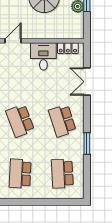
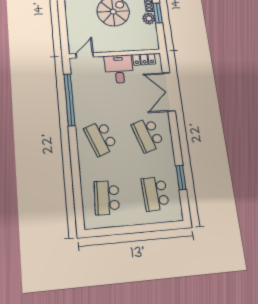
double door: (87, 82) -> (169, 92), width x1.37
window: (87, 143) -> (181, 178), moved

